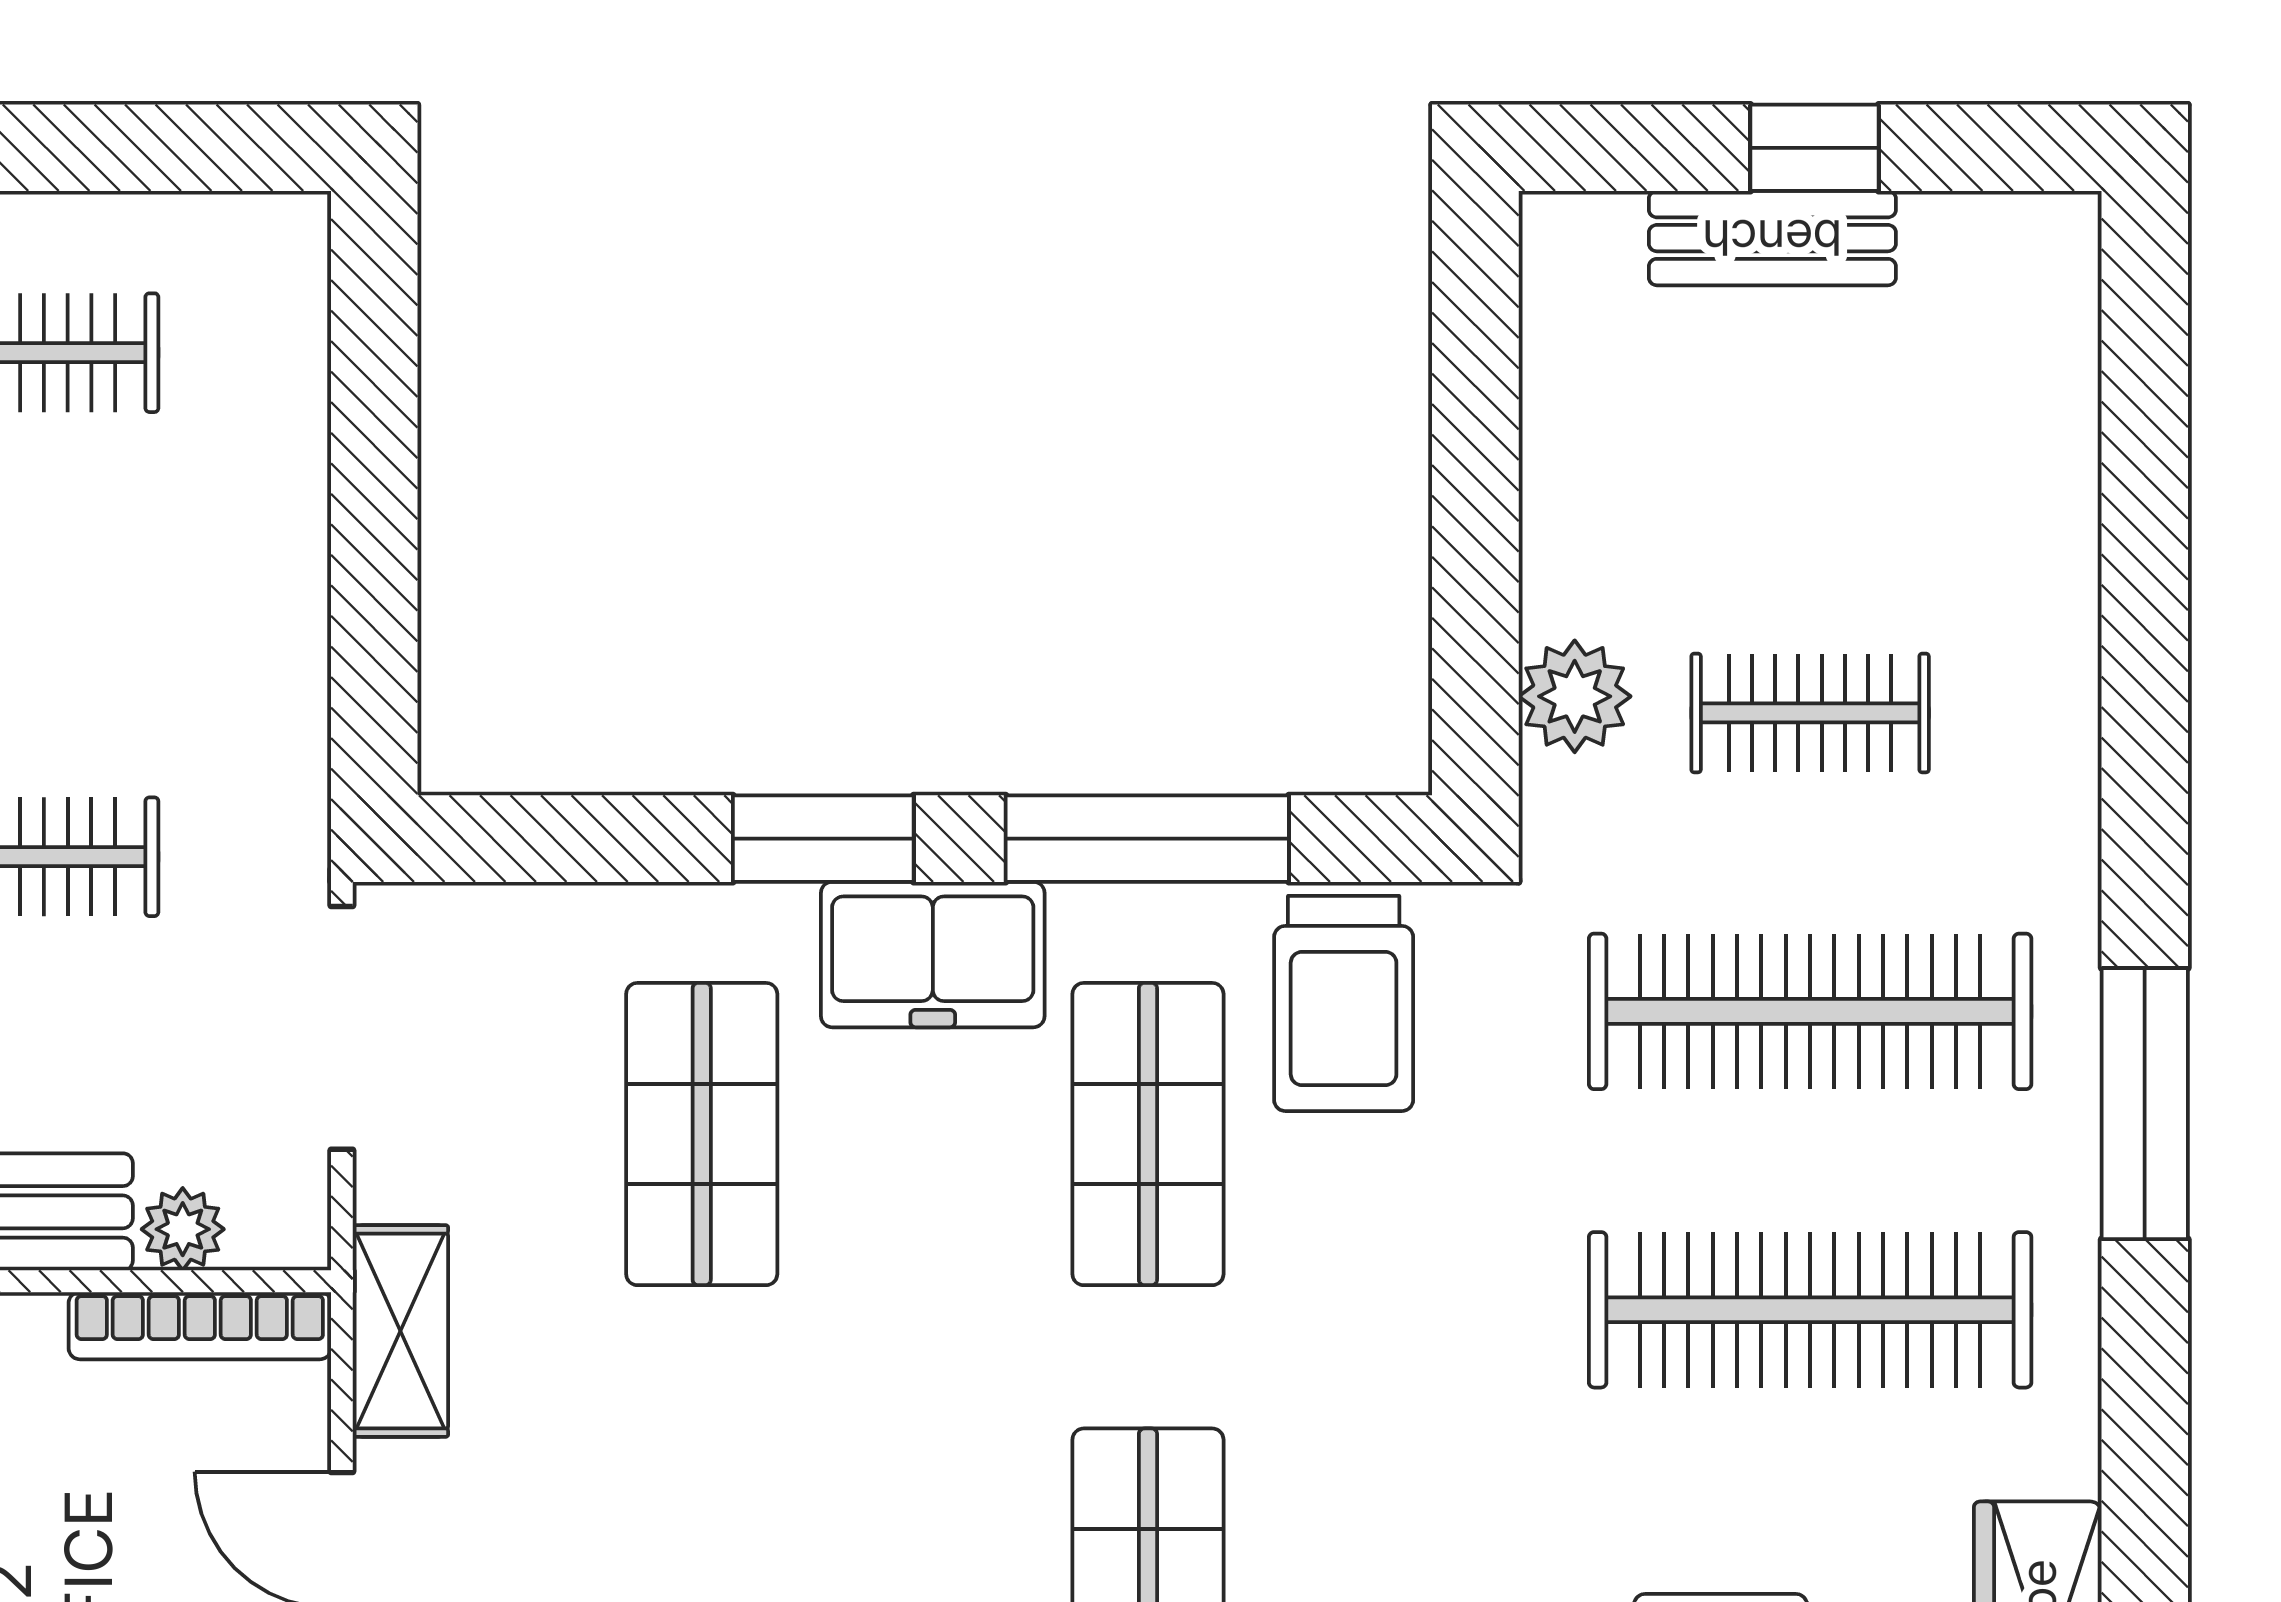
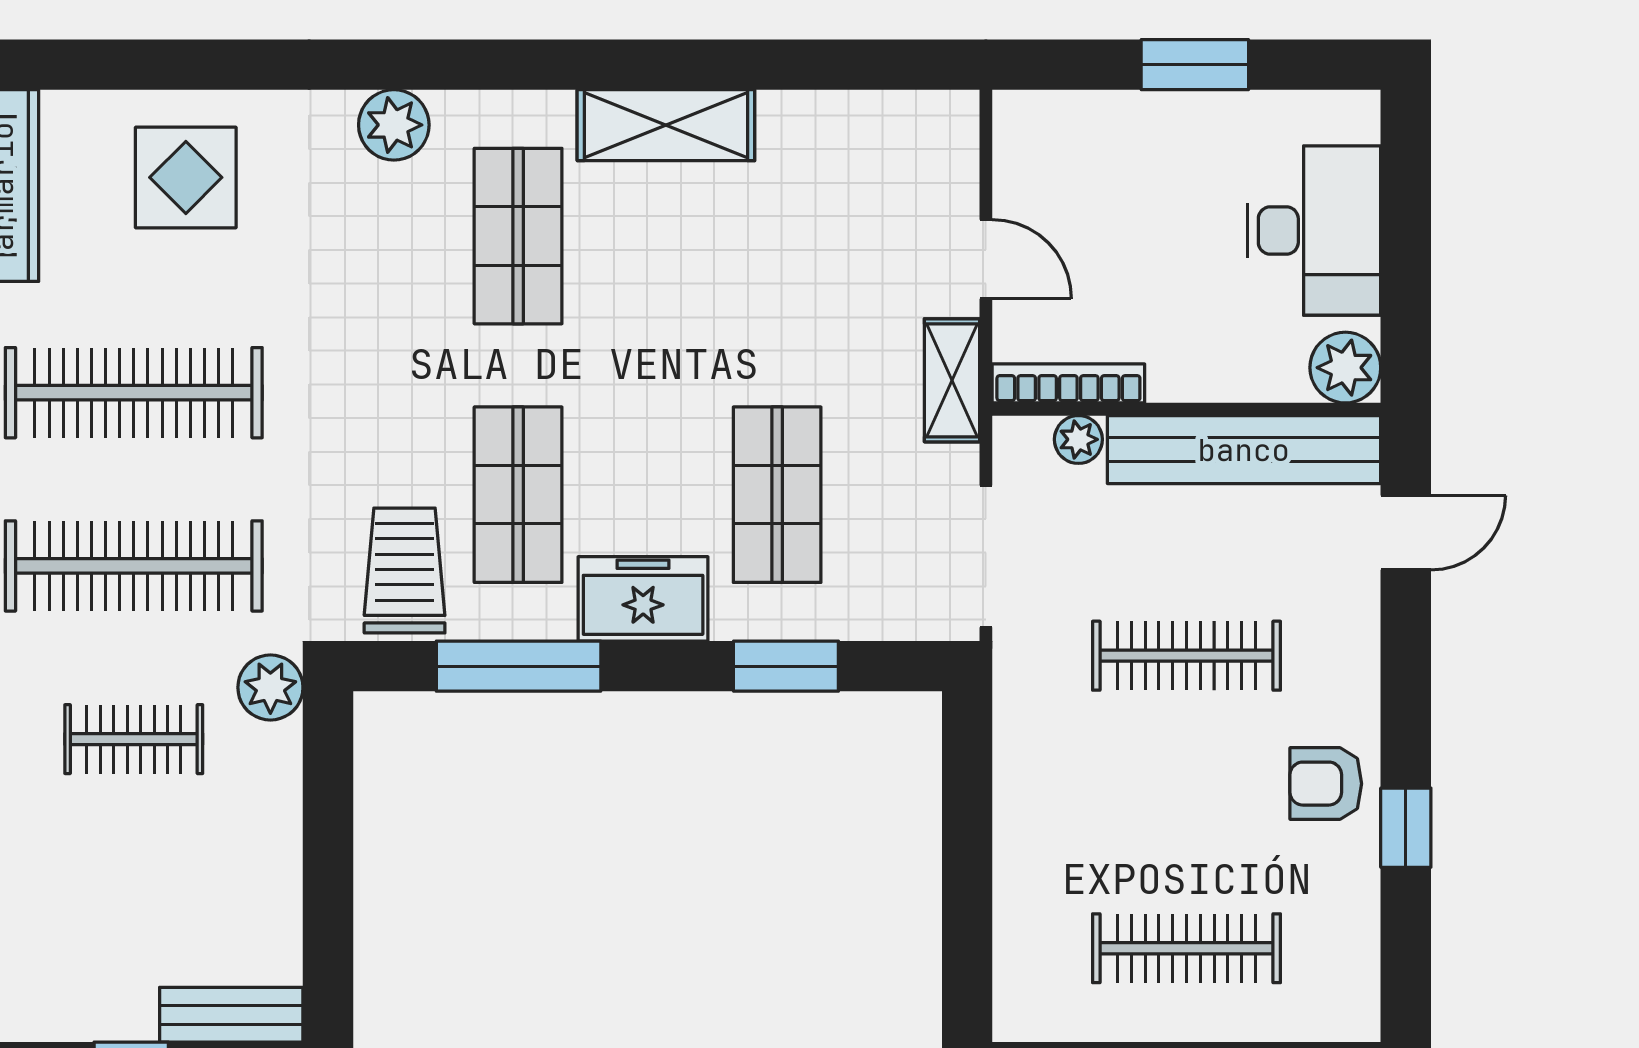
bench: (1772, 238) -> (231, 1015), moved
plant: (1575, 696) -> (270, 687), moved
window: (823, 839) -> (786, 666), moved

